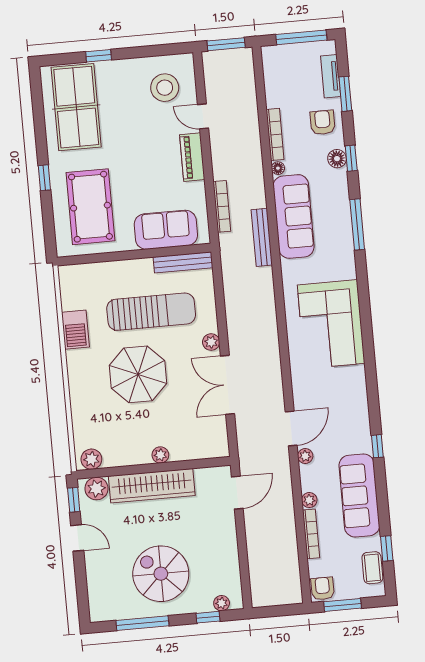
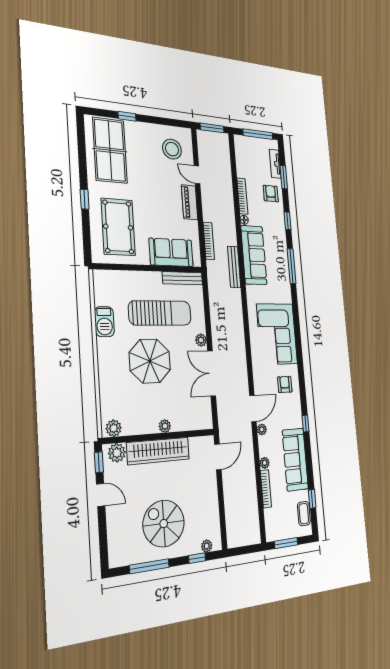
floor lamp: (337, 159) -> (279, 220), removed
armchair: (323, 589) -> (285, 384), moved

